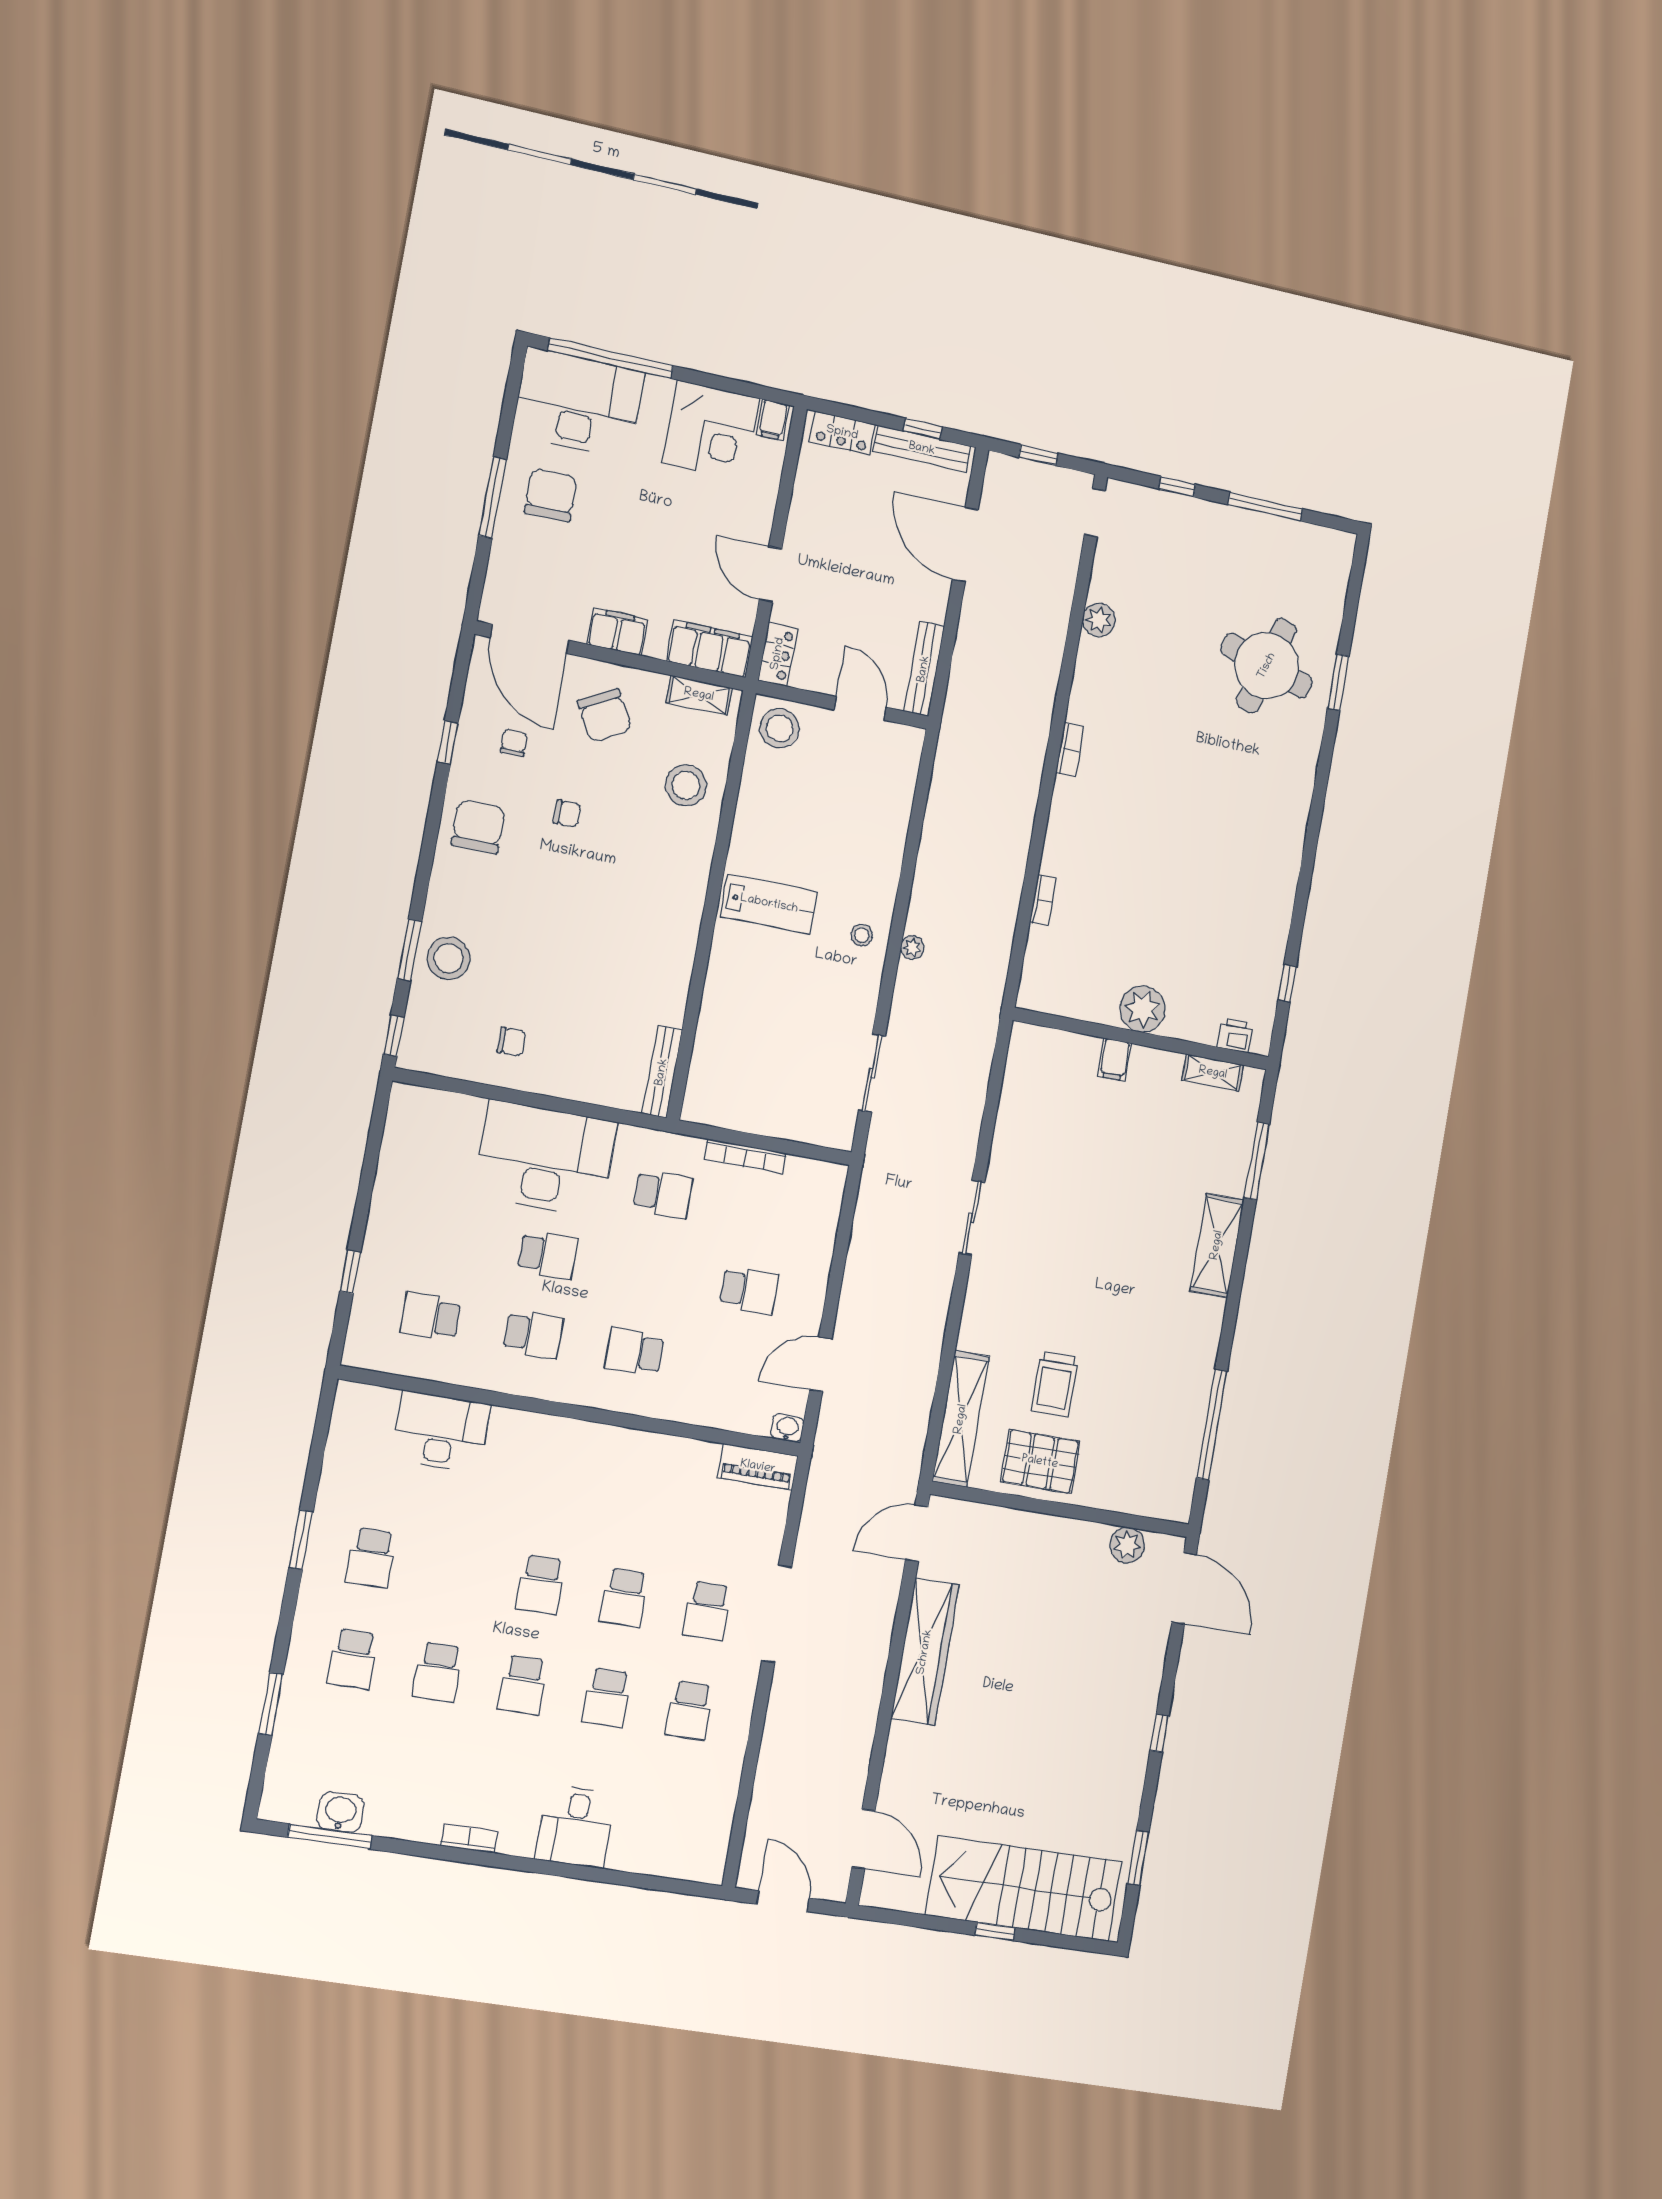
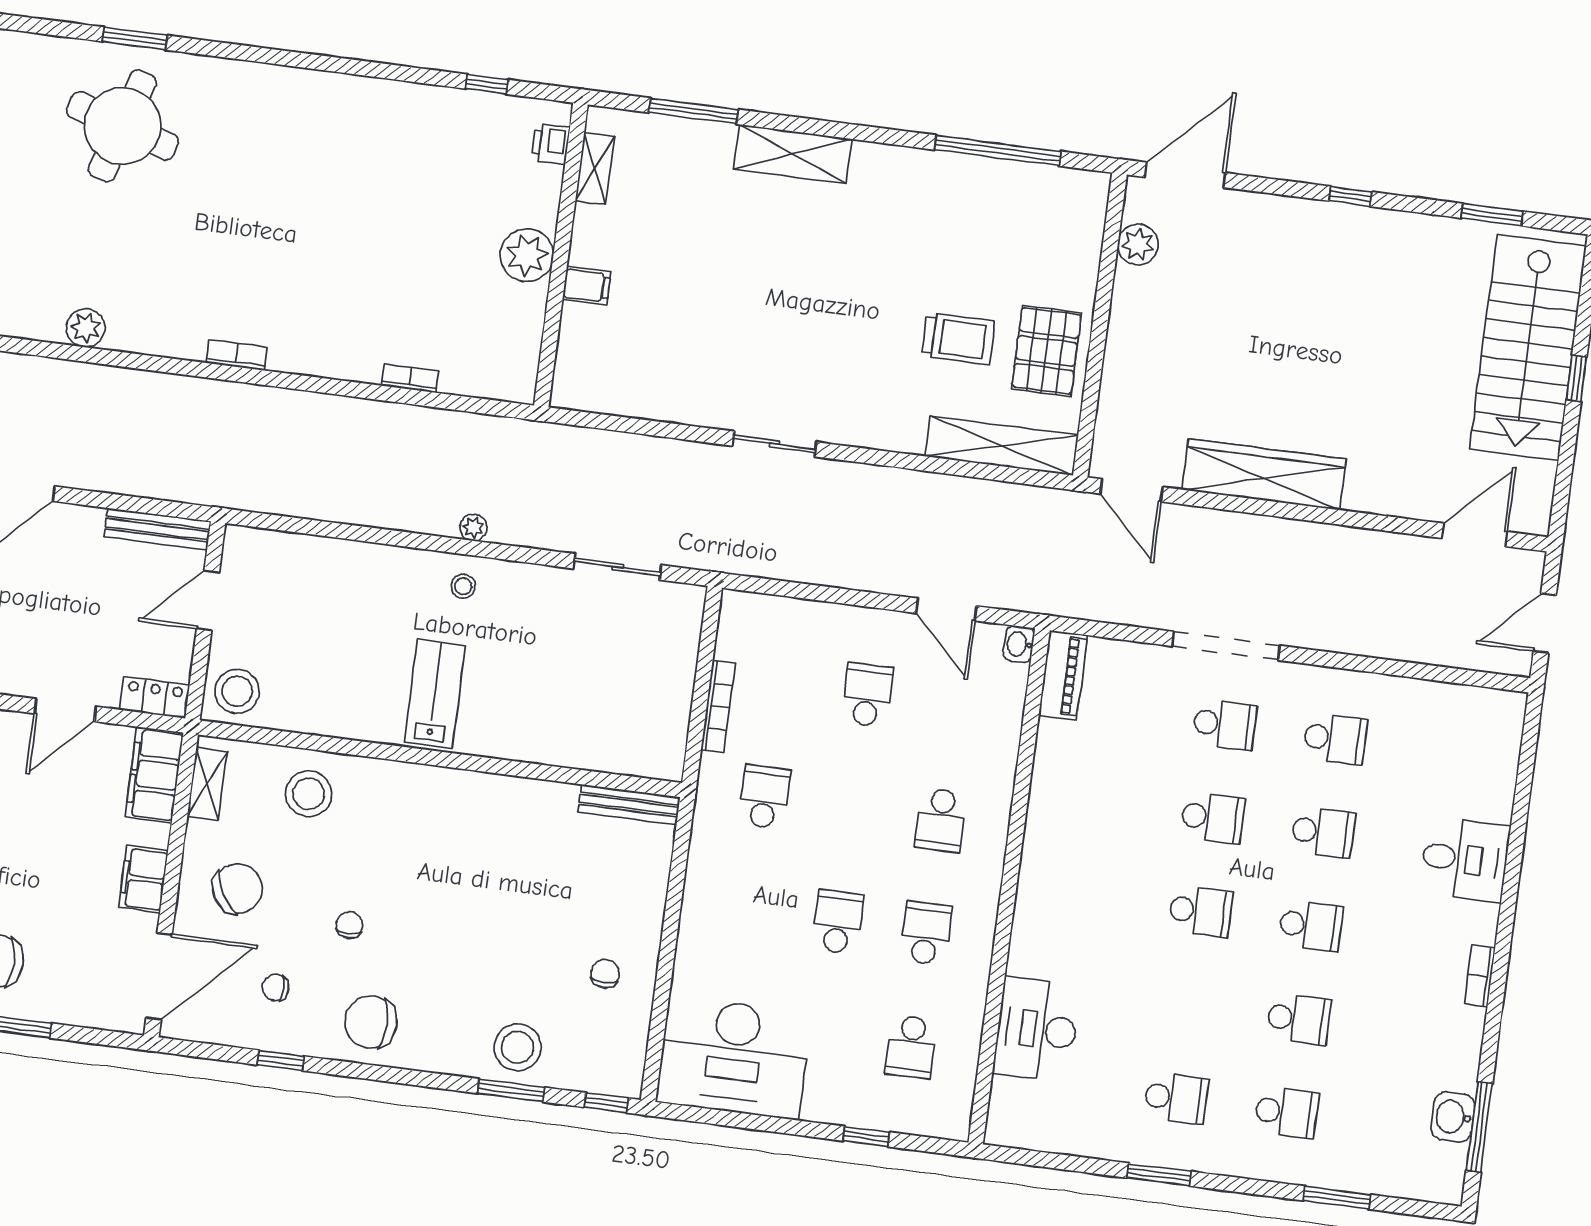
desk: (545, 1159) -> (734, 1058), moved, turned -90

